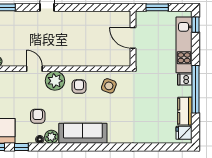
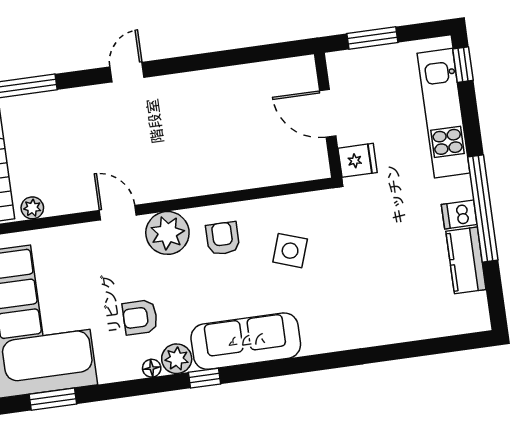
dishwasher: (185, 79) -> (459, 215), moved
side table: (109, 86) -> (290, 251), moved
armchair: (38, 116) -> (140, 317), turned -90
fridge: (184, 133) -> (358, 160), moved, turned 180
window: (21, 147) -> (204, 378), moved

